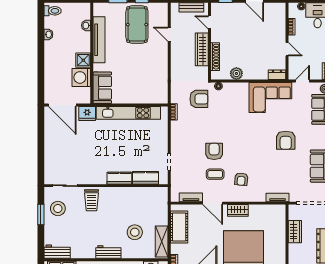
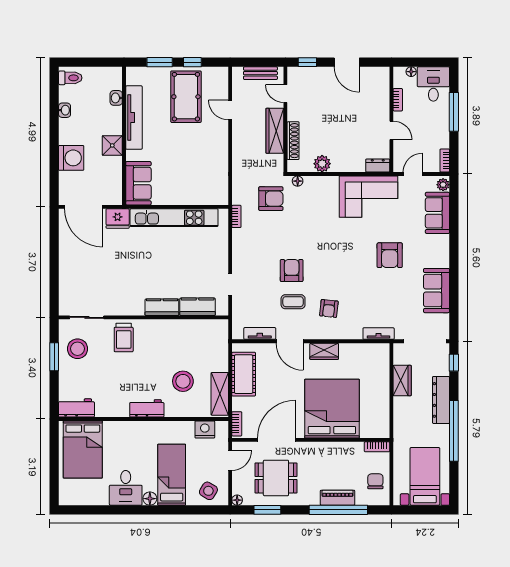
washing machine: (81, 77) -> (71, 158), moved, turned 180

